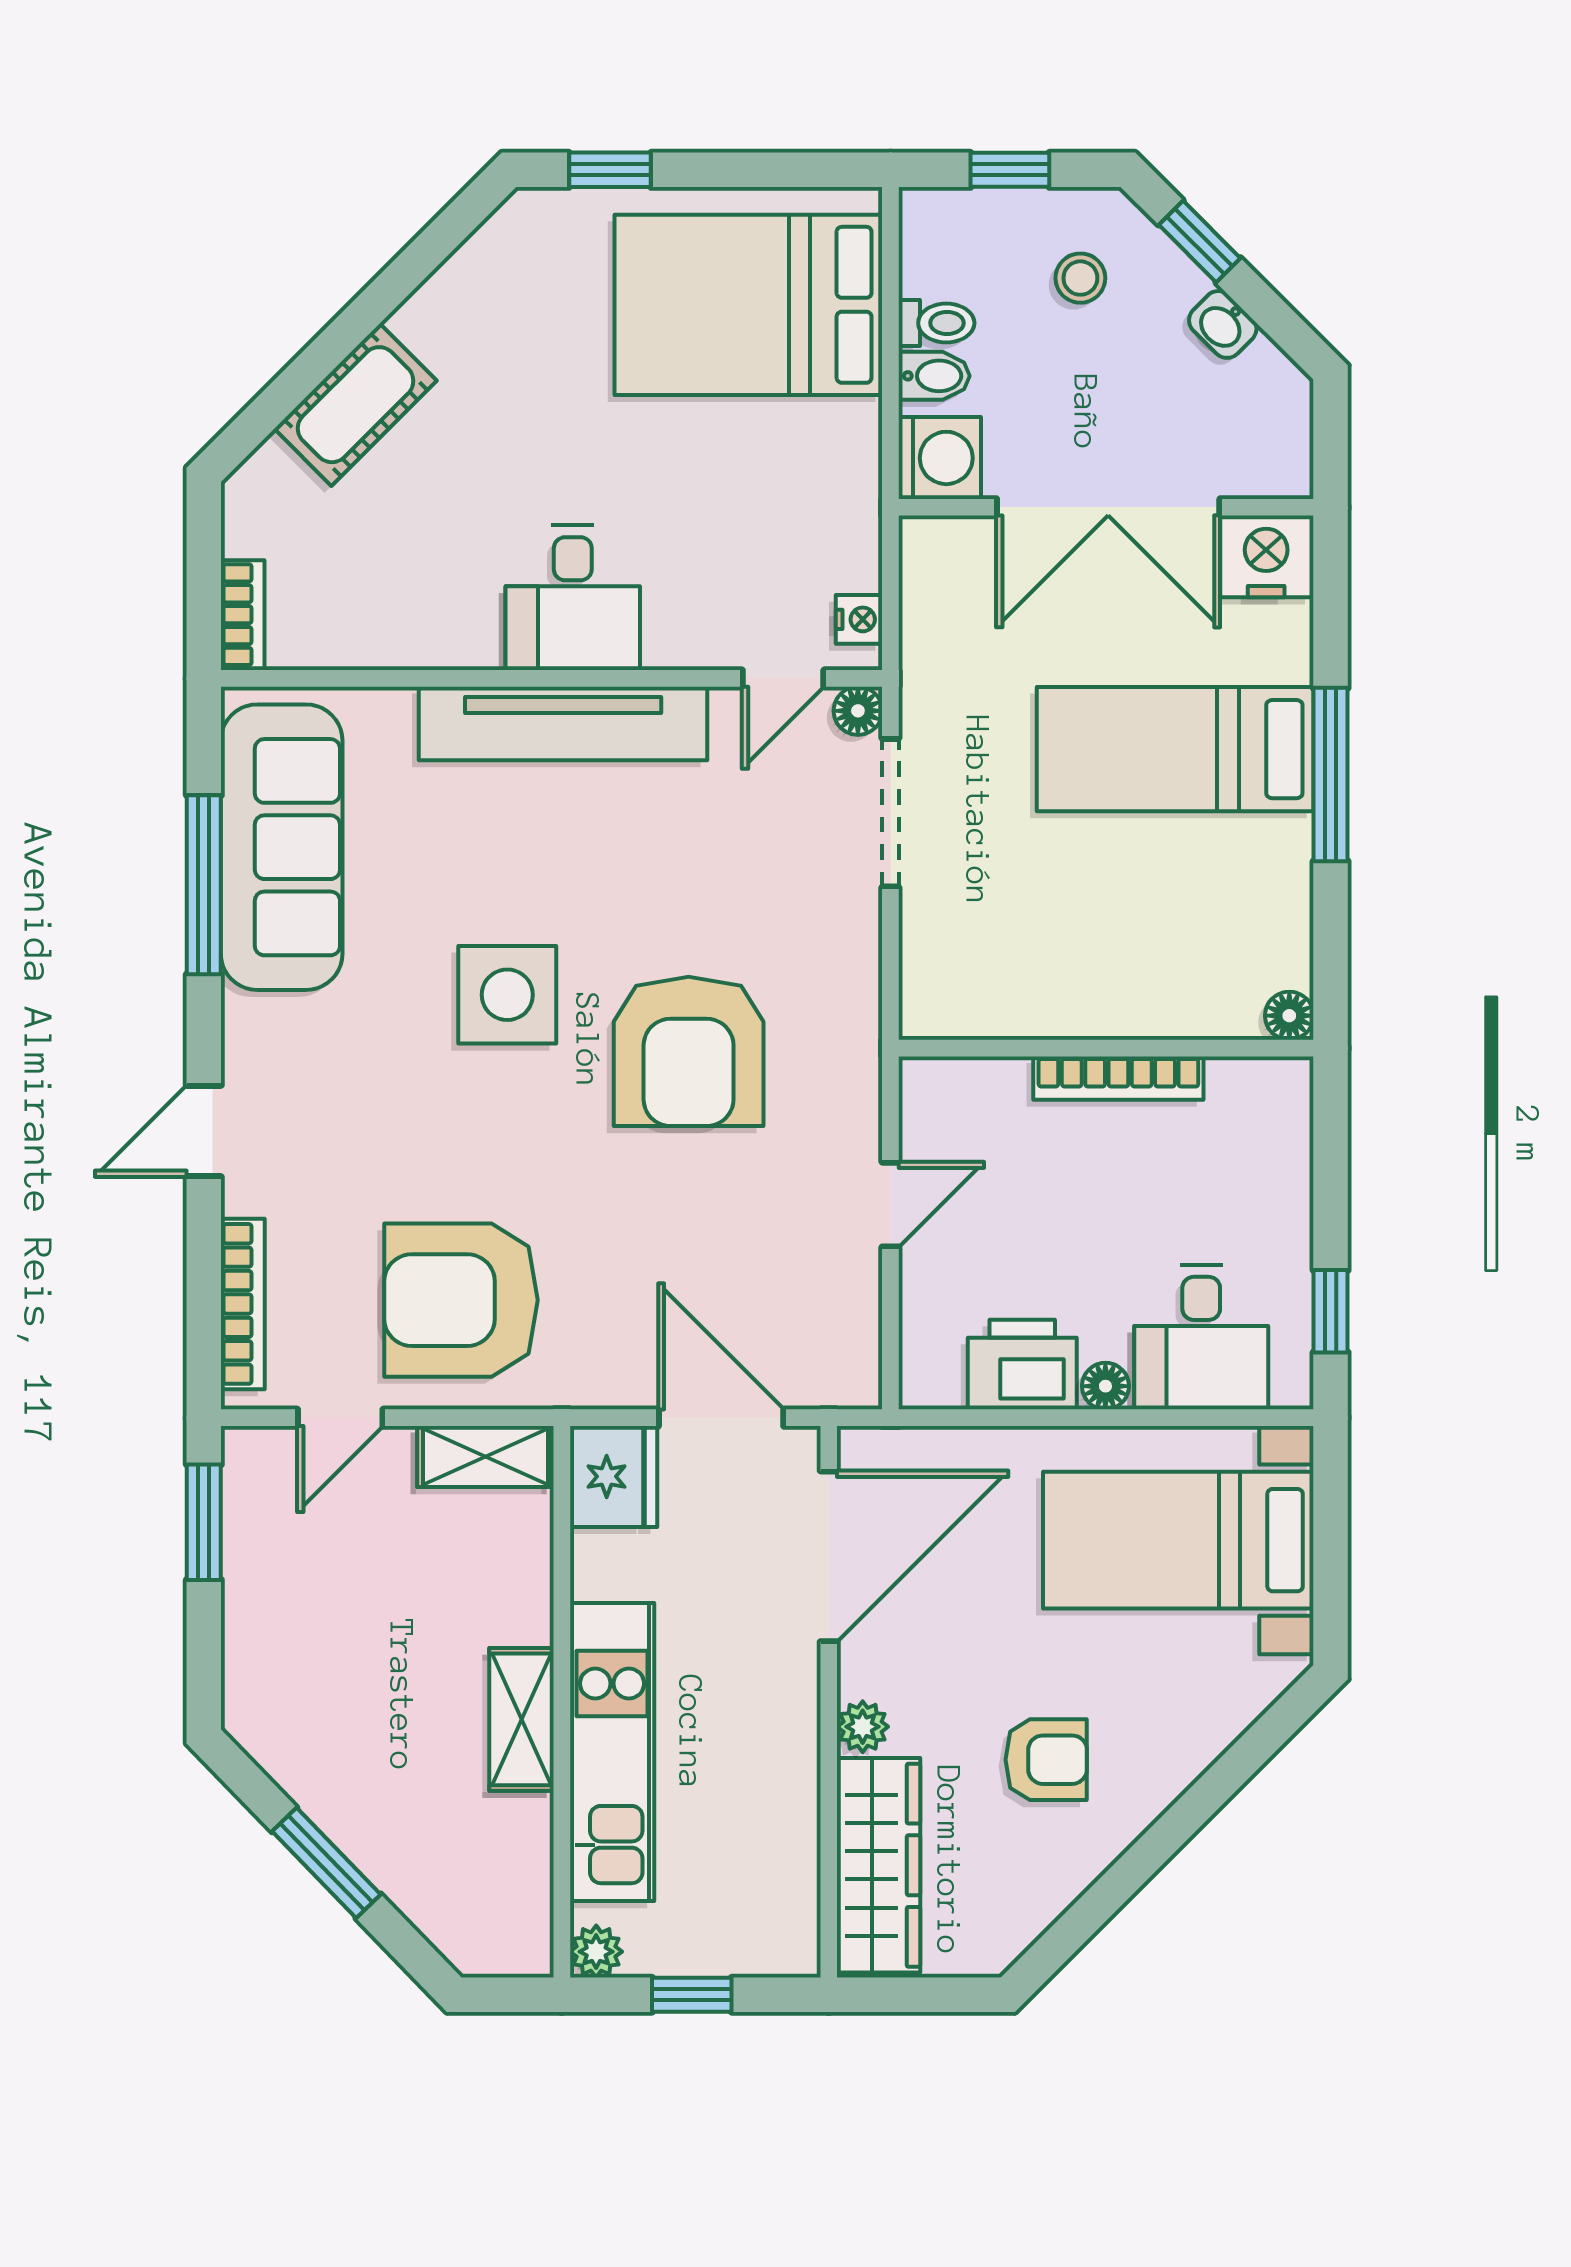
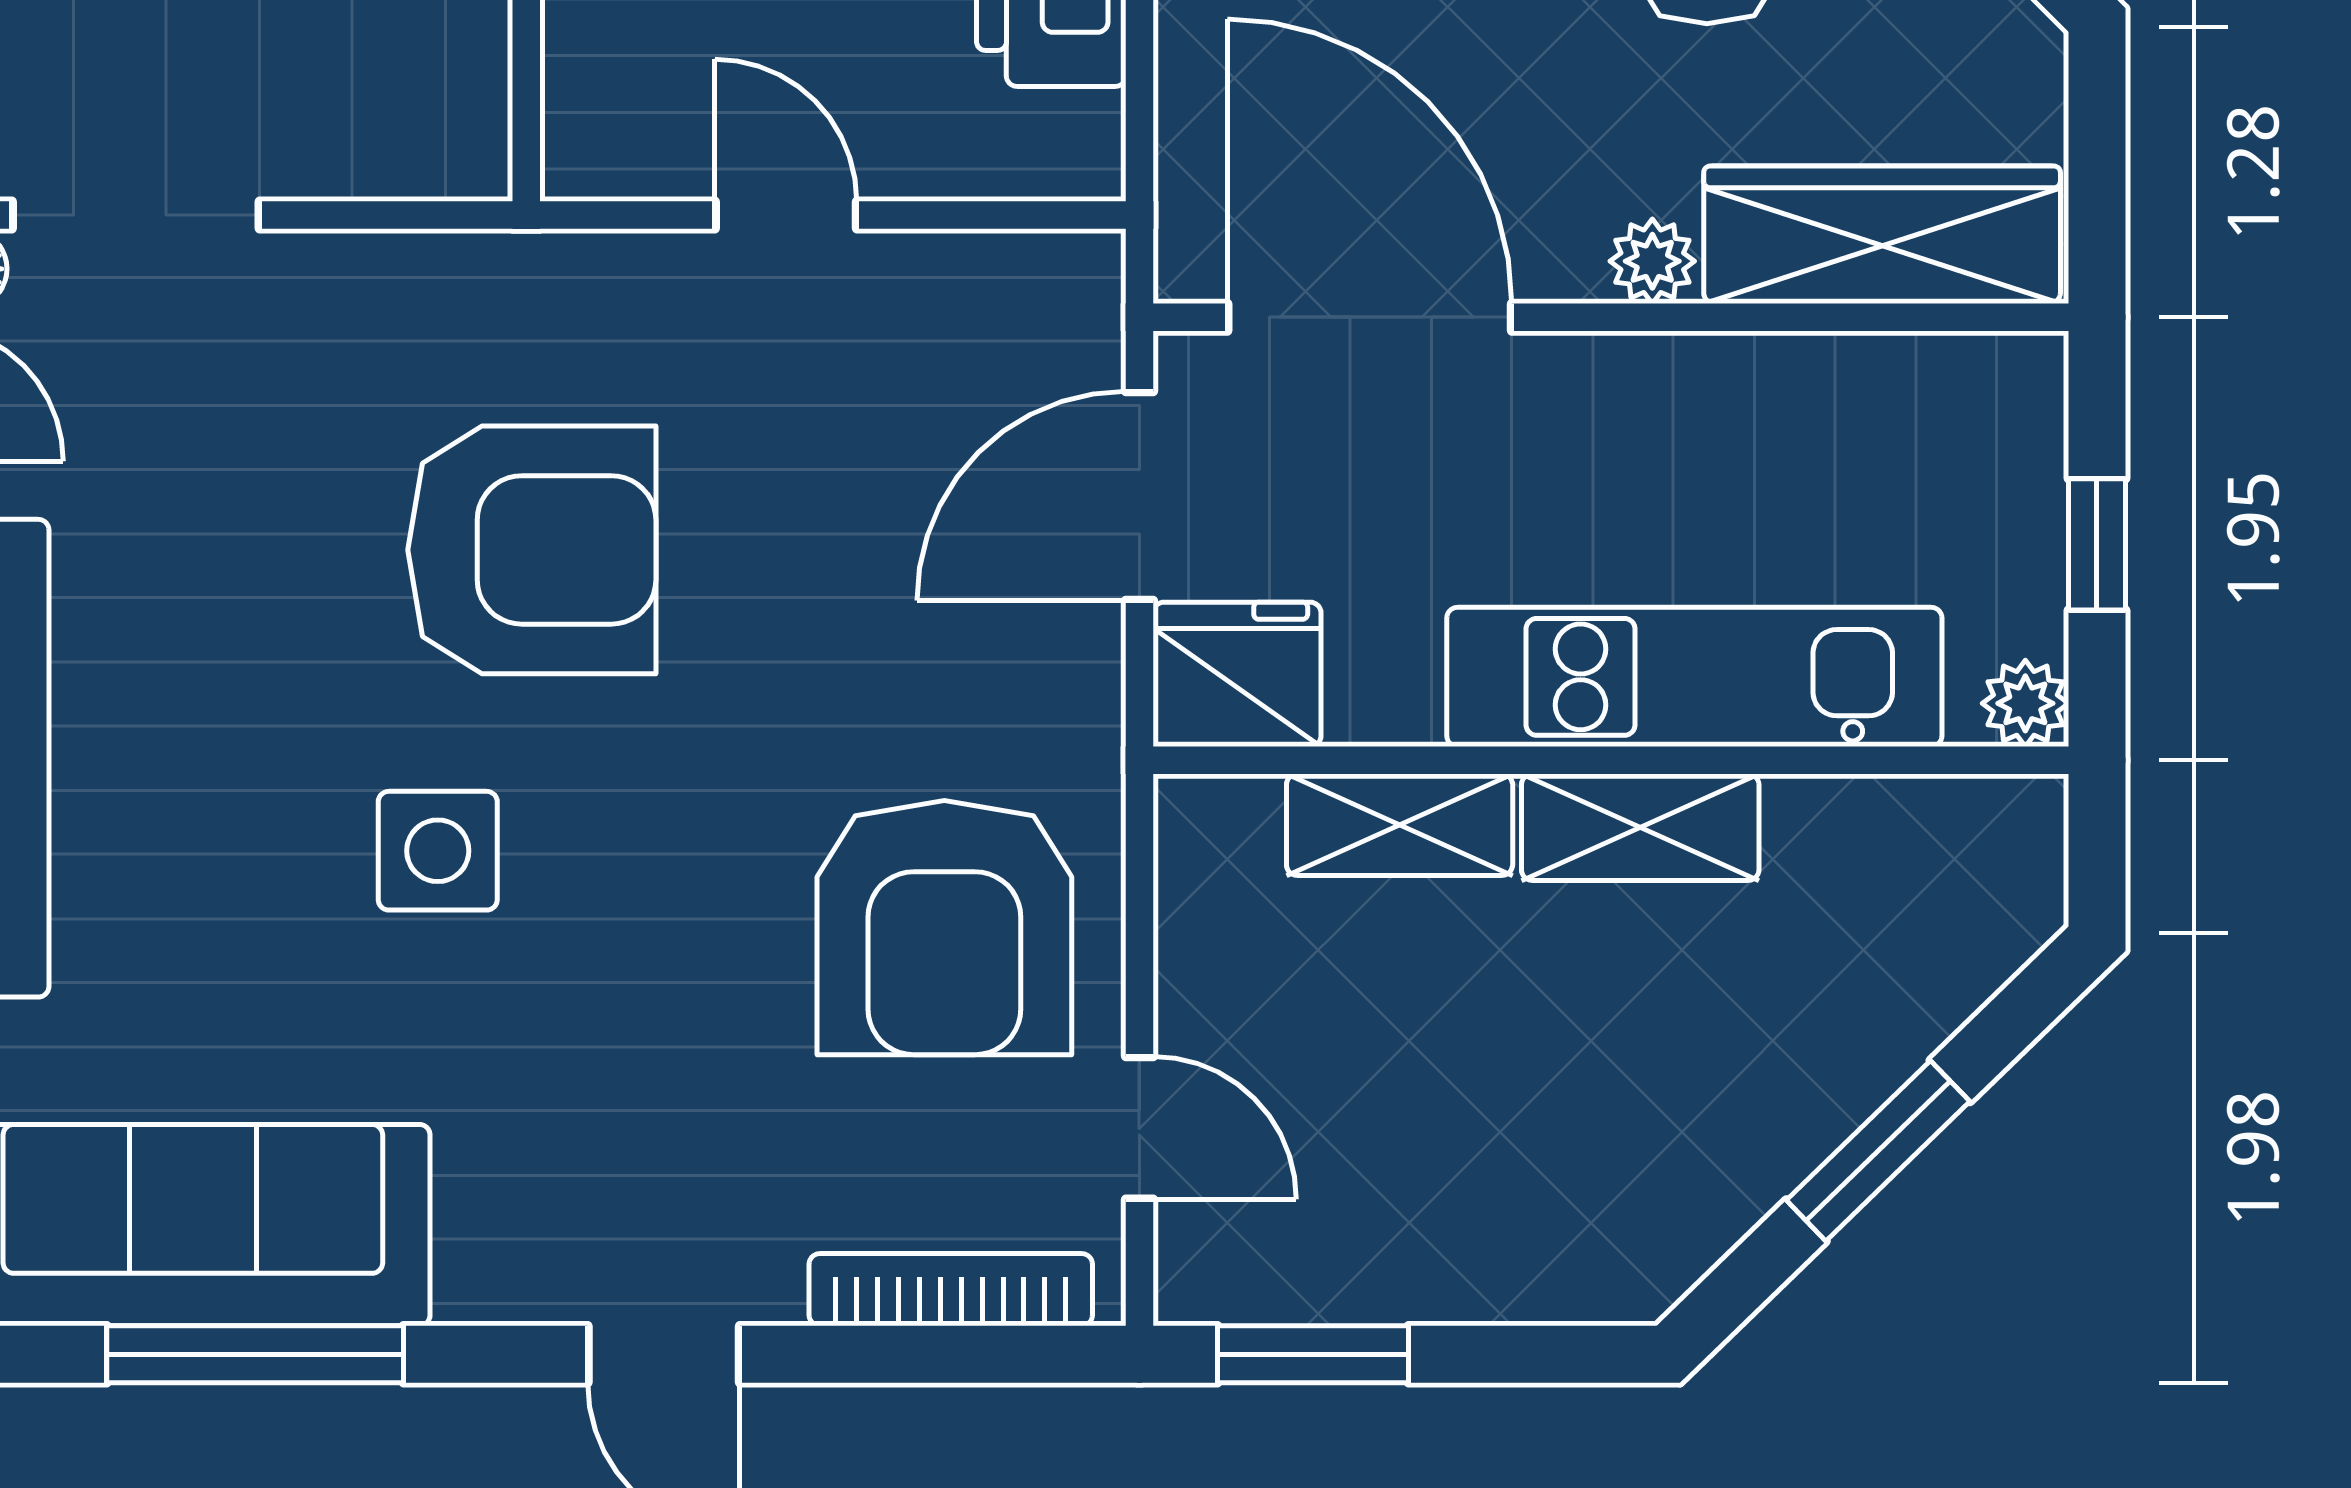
side table: (507, 995) -> (438, 851), width x0.73, depth x0.73
shelving: (485, 1457) -> (1400, 825), moved, turned 90

